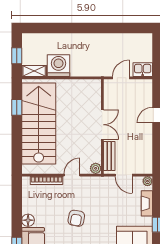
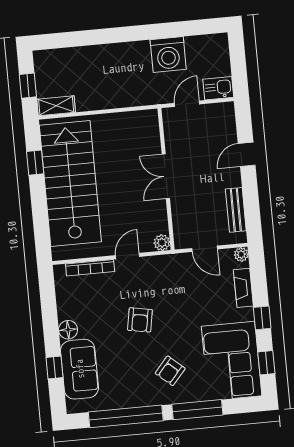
washing machine: (58, 66) -> (168, 55), moved, turned 180
double door: (102, 125) -> (166, 176), swing flipped
bench: (109, 156) -> (236, 210), moved

